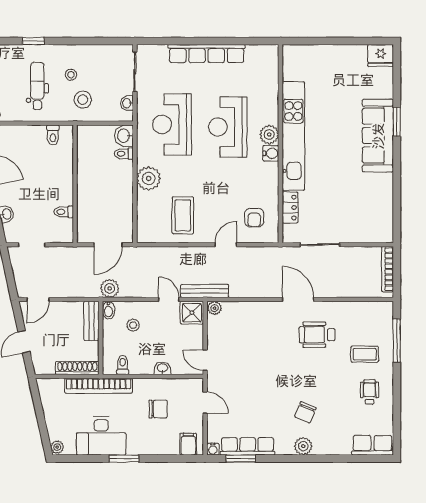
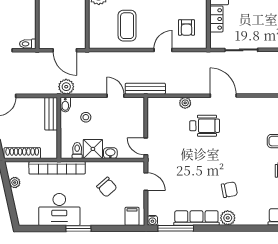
toilet: (64, 212) -> (28, 44), moved
door: (108, 245) -> (65, 50), hinge flipped
plant: (215, 308) -> (185, 103), moved
shower: (192, 313) -> (93, 149), moved
wheelchair: (317, 335) -> (205, 126), moved, turned 180
shoe rack: (77, 368) -> (22, 153), moved
chair: (158, 409) -> (107, 187), turned 49
chair: (305, 412) -> (229, 190), turned -123
row of seats: (248, 446) -> (196, 218), moved
plant: (57, 447) -> (15, 183), moved
window: (241, 459) -> (176, 228), width x1.44

